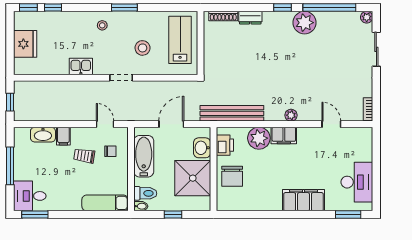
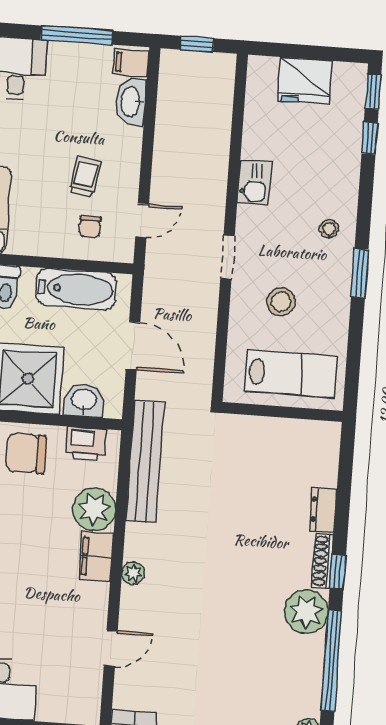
shoe rack: (223, 16) -> (322, 561), moved
filing cabinet: (63, 136) -> (131, 63), moved

